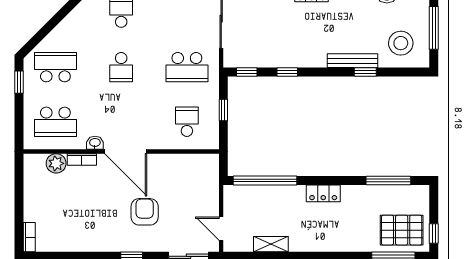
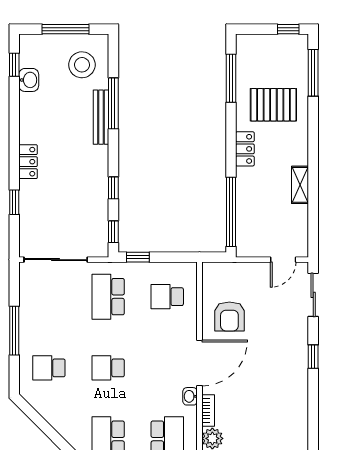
school desk: (121, 67) -> (108, 368), turned 180
school desk: (187, 67) -> (108, 297), turned 180
window: (365, 72) -> (113, 103), width x2.17
window: (223, 110) -> (138, 257), moved
armchair: (145, 212) -> (229, 316), moved, turned -90
pallet: (402, 230) -> (273, 105), moved, turned 90
shelving: (271, 244) -> (300, 185), moved

